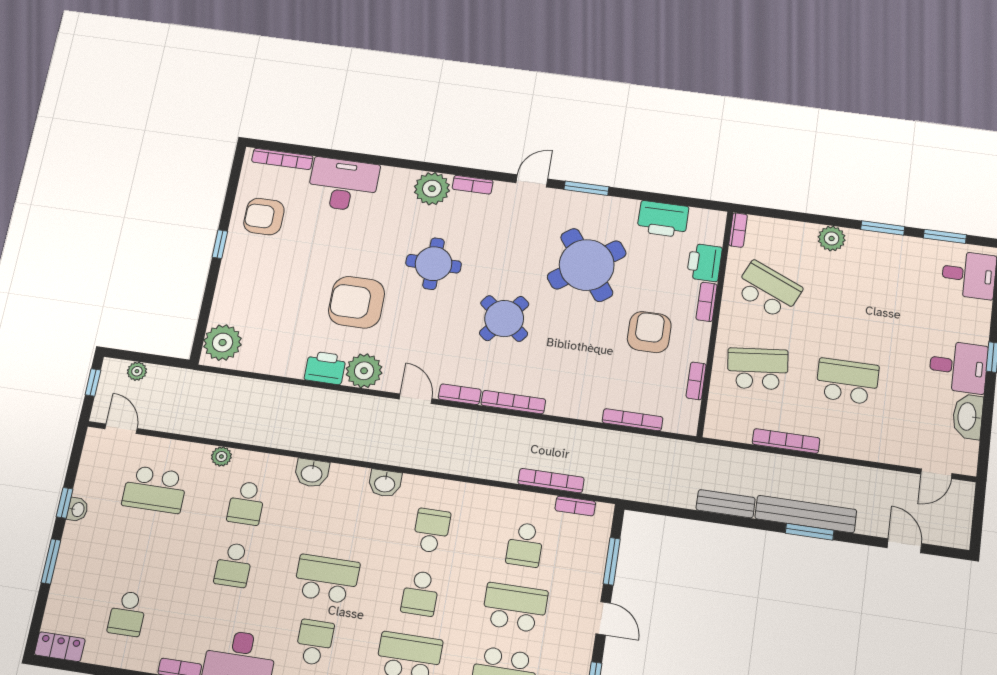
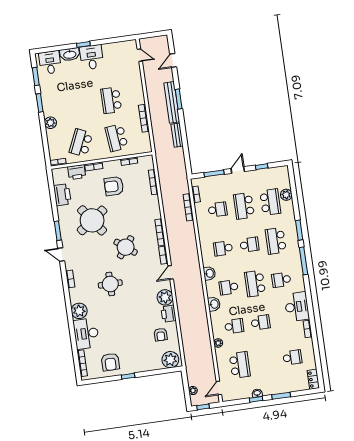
plant: (432, 189) -> (79, 311), moved
armchair: (357, 302) -> (161, 335), moved, width x0.53, depth x0.53
washbasin: (968, 417) -> (70, 54), moved
school desk: (338, 517) -> (229, 287), added

